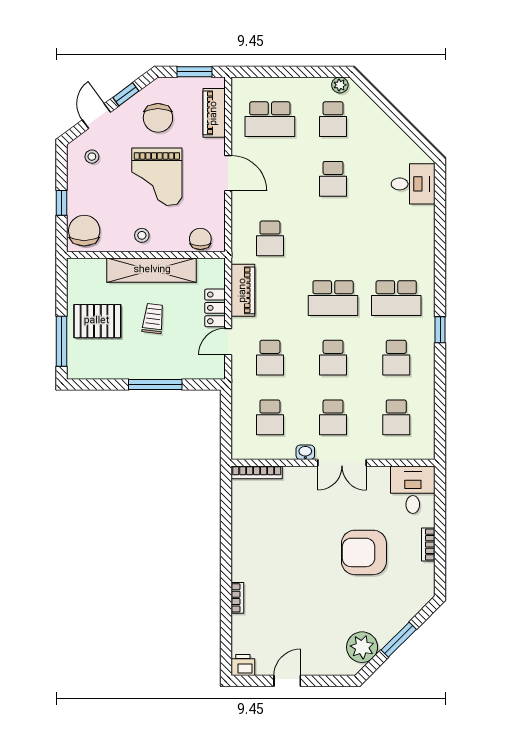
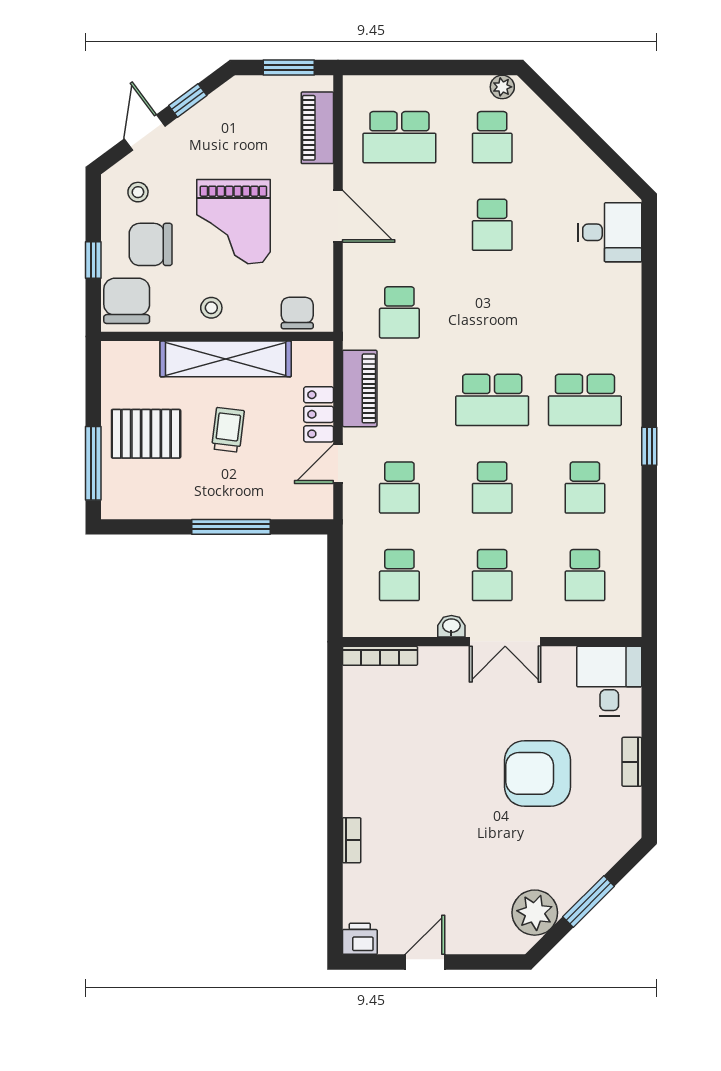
chair: (158, 118) -> (151, 244), moved, turned 90

